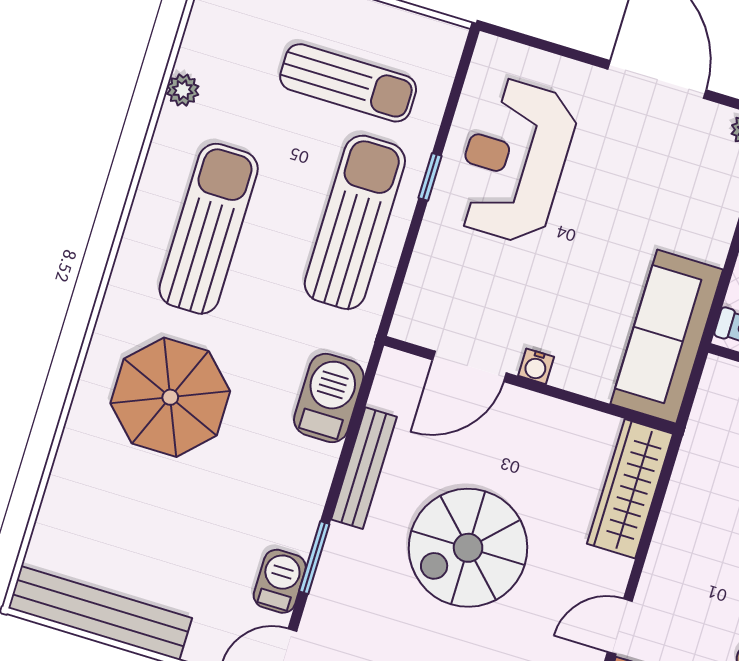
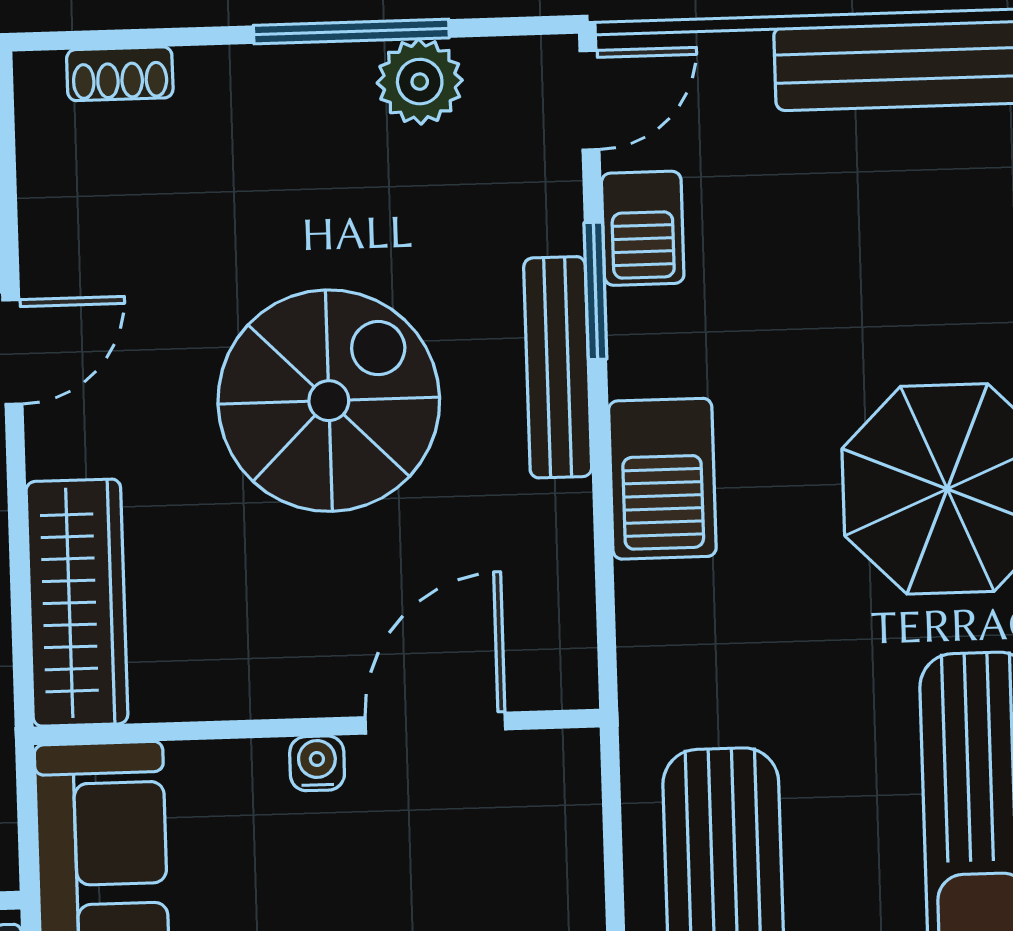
barbecue: (329, 398) -> (662, 479), moved
bench: (364, 468) -> (558, 367), moved

